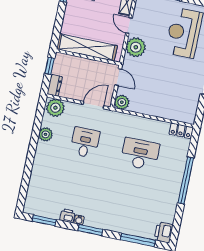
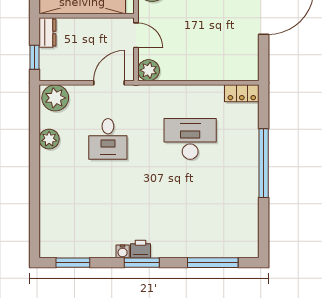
window: (50, 66) -> (34, 57), moved
dresser: (55, 85) -> (47, 33), moved
desk: (85, 143) -> (108, 139), turned 180
printer: (67, 216) -> (140, 249), moved
printer: (164, 232) -> (247, 244), removed

